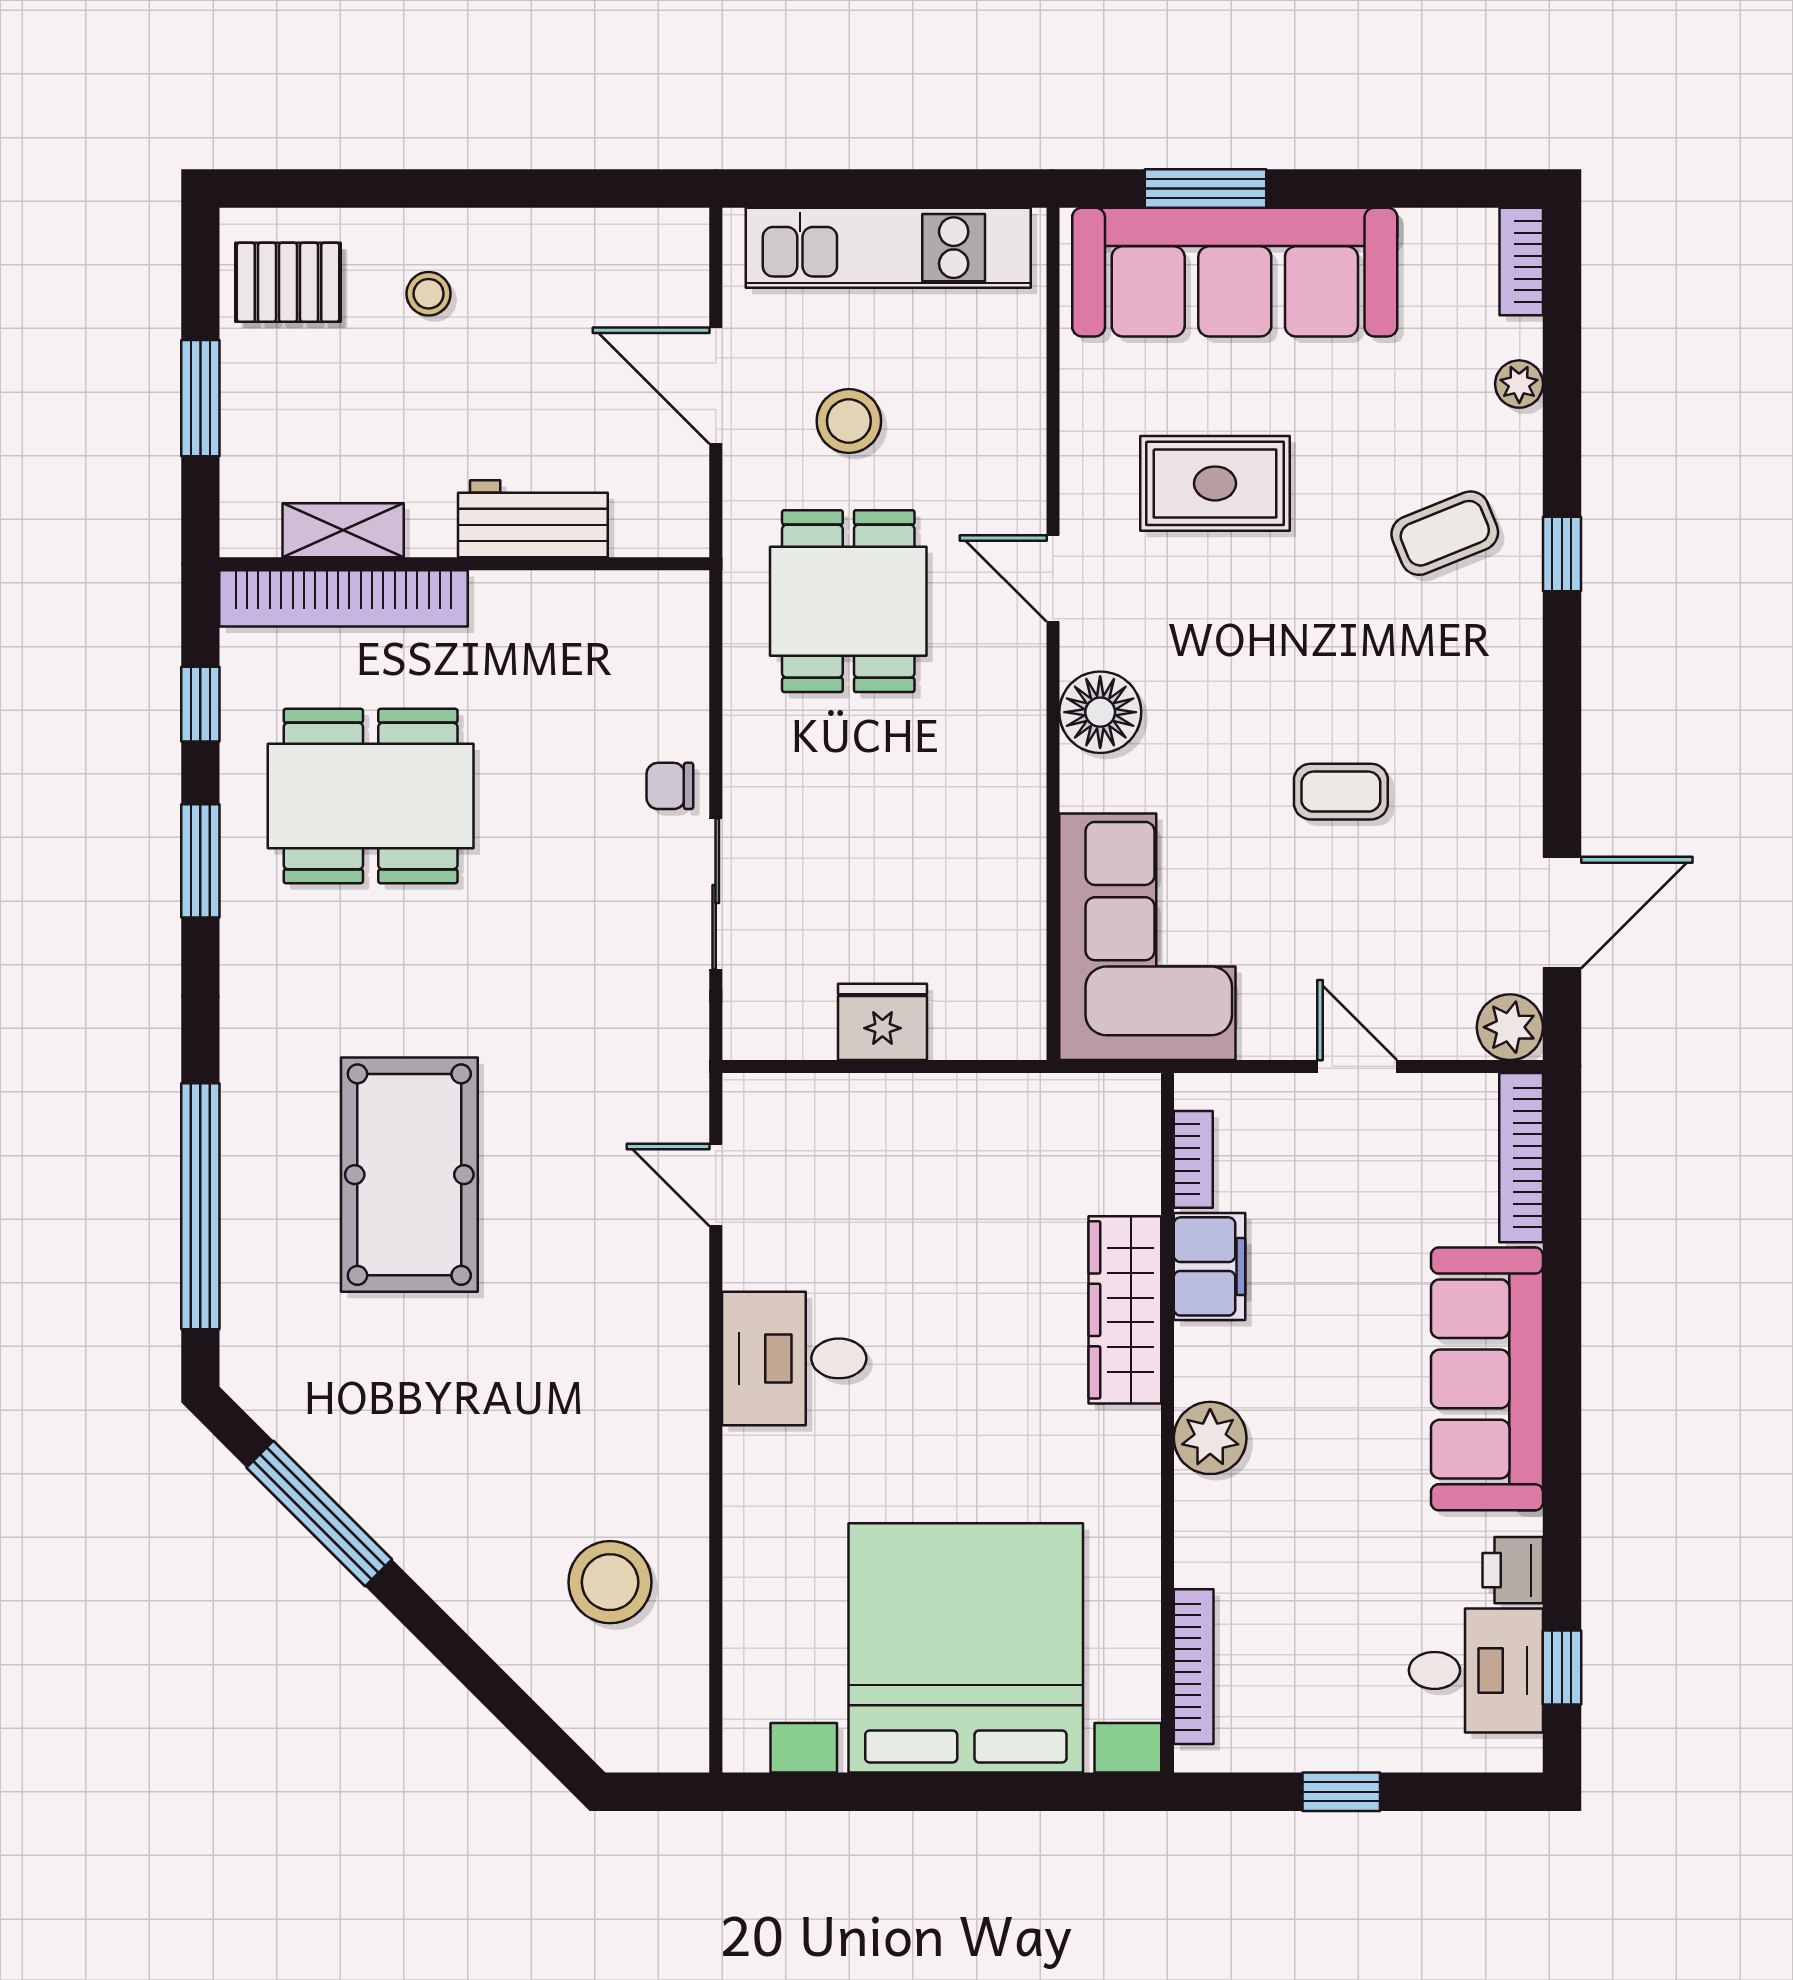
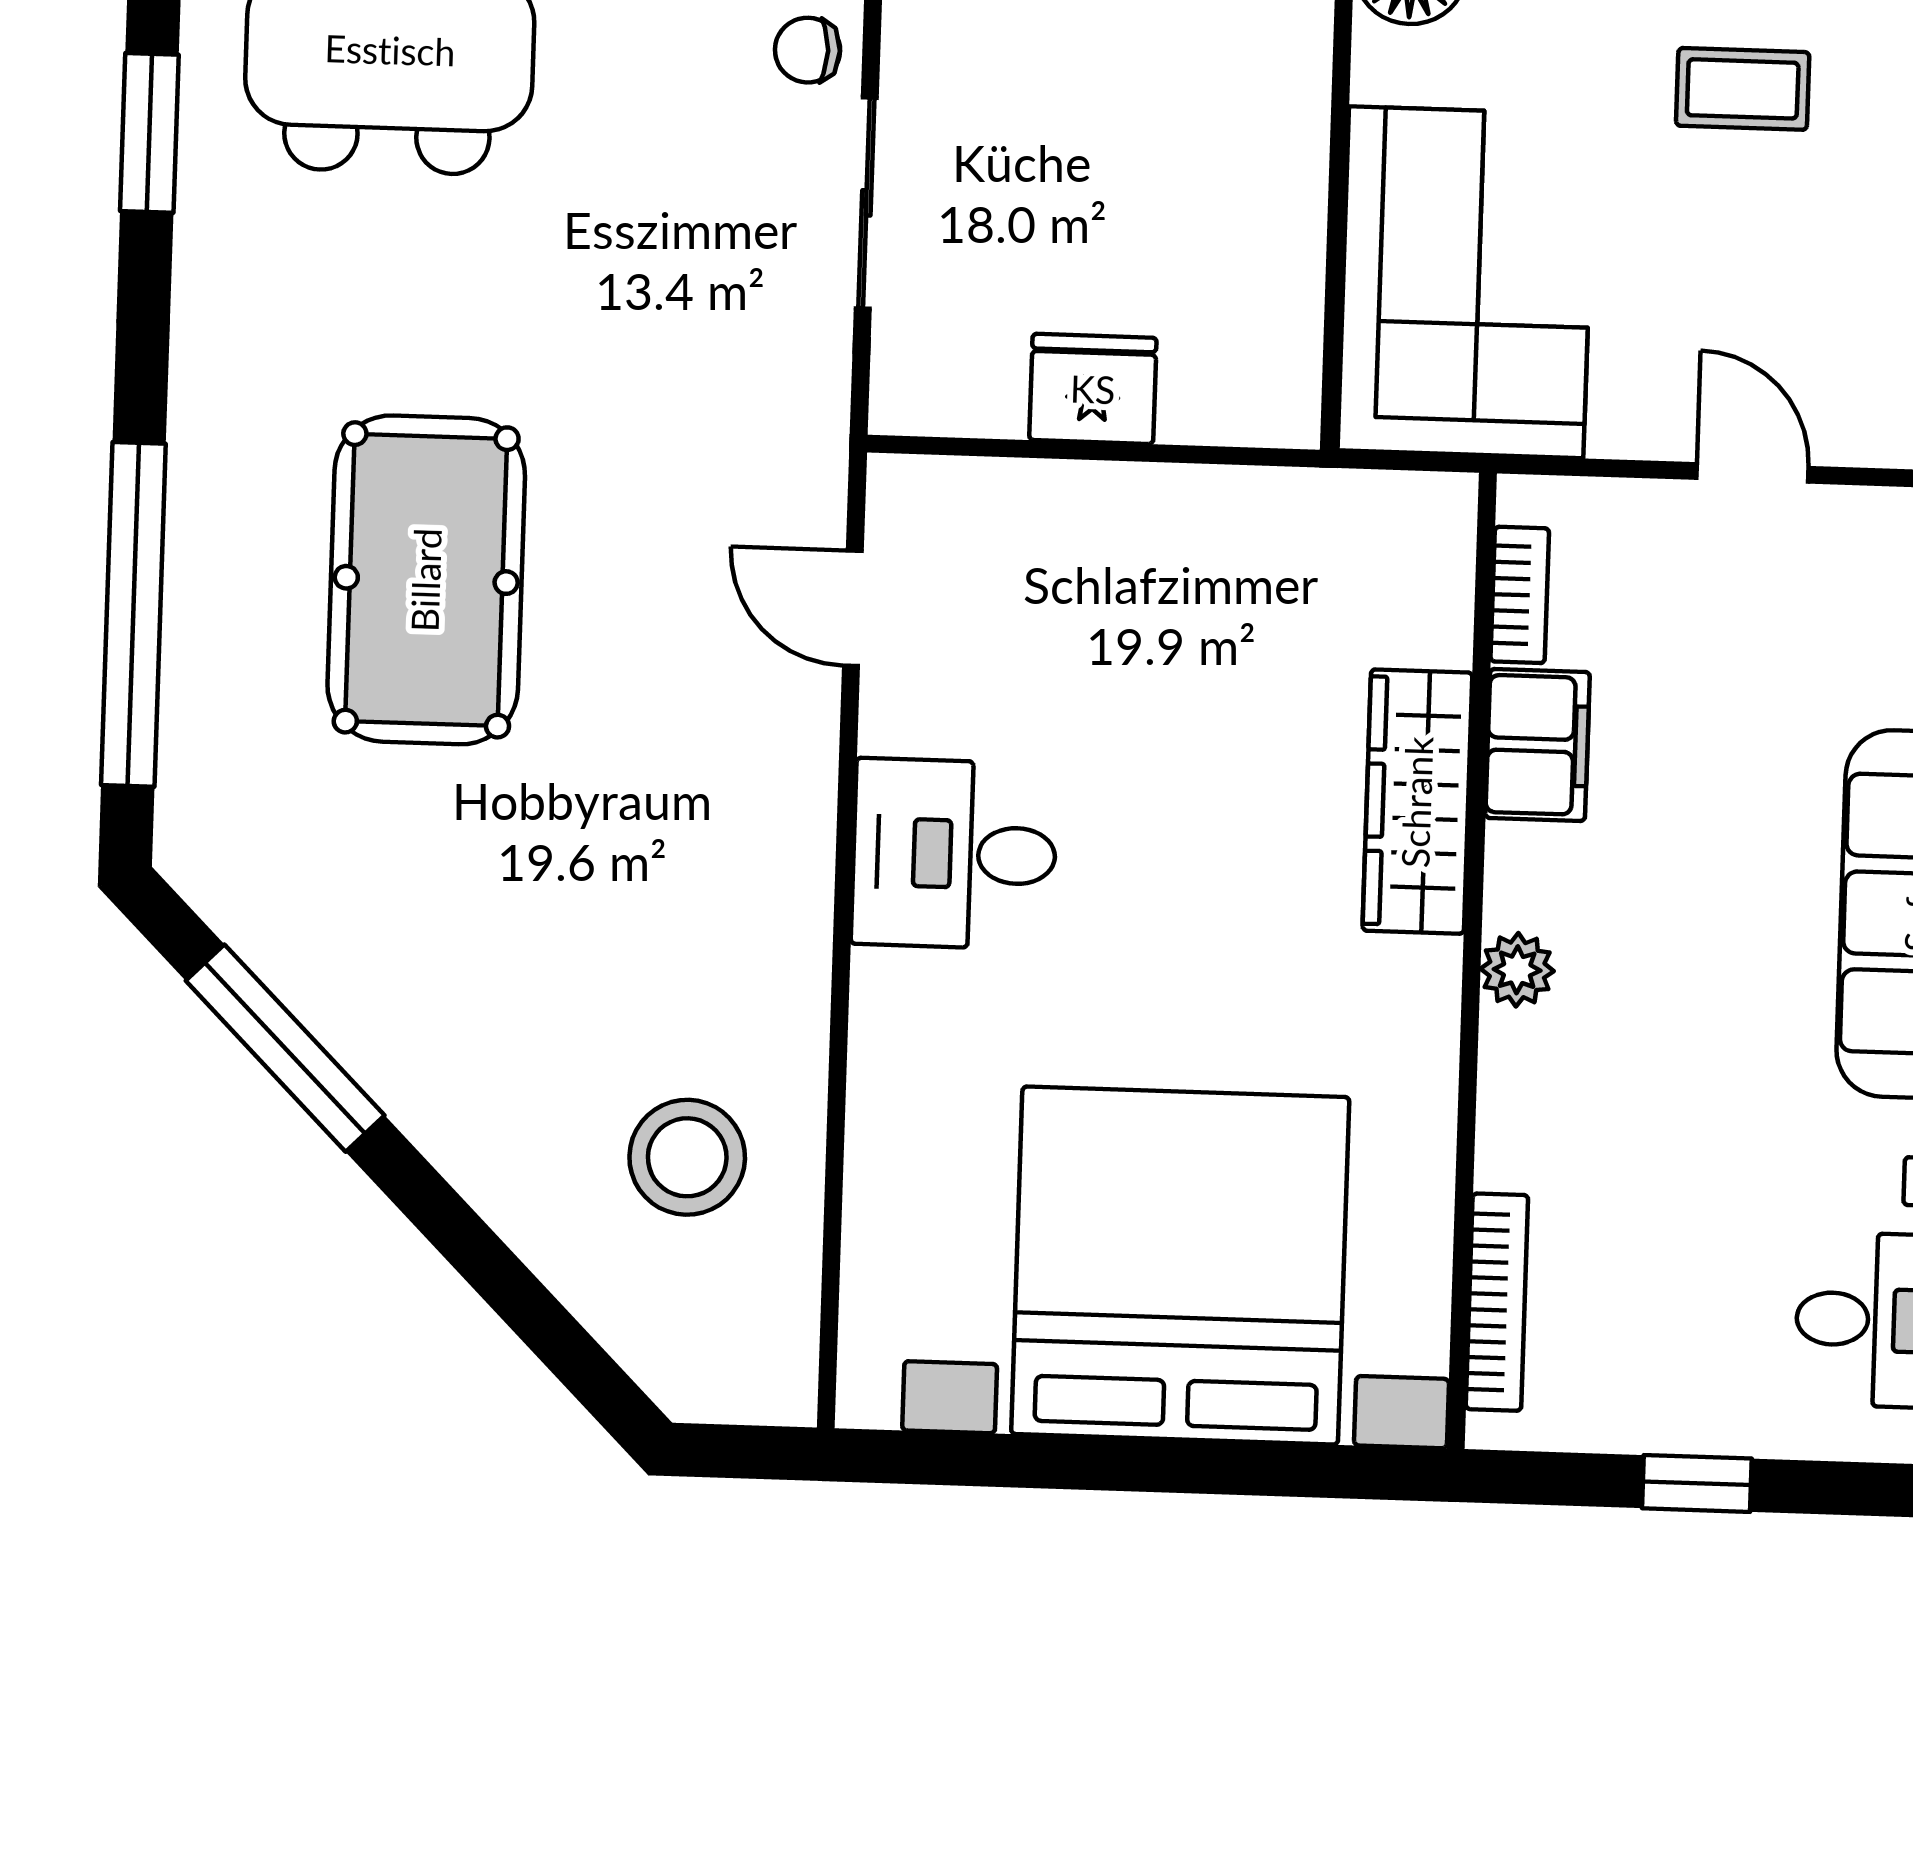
plant: (1210, 1438) -> (1517, 970), width x0.73, depth x0.73

